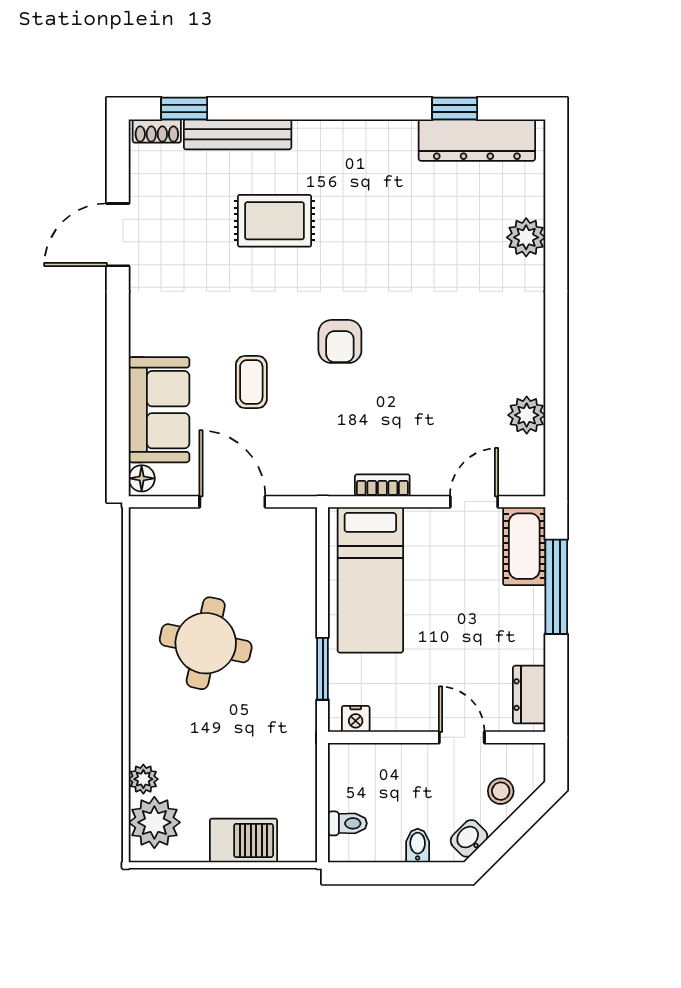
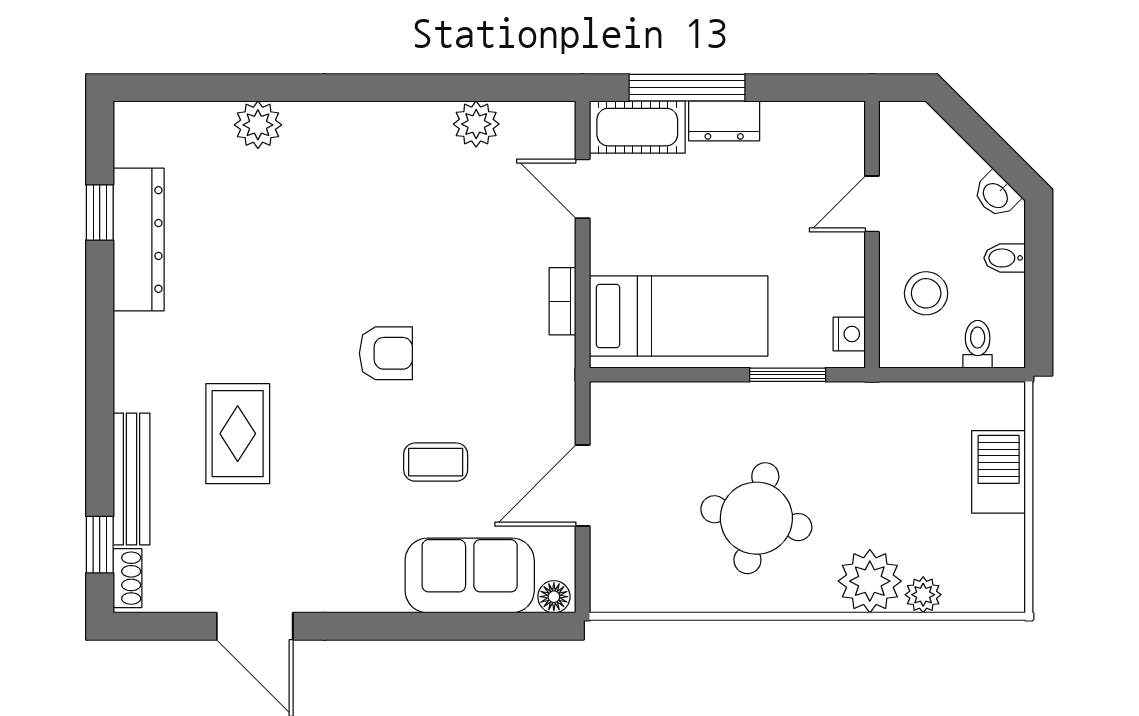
dresser: (477, 140) -> (139, 239), moved
dresser: (529, 695) -> (724, 121), moved
stool: (501, 791) -> (926, 293), moved, width x1.37, depth x1.37
plant: (154, 822) -> (870, 581), moved

